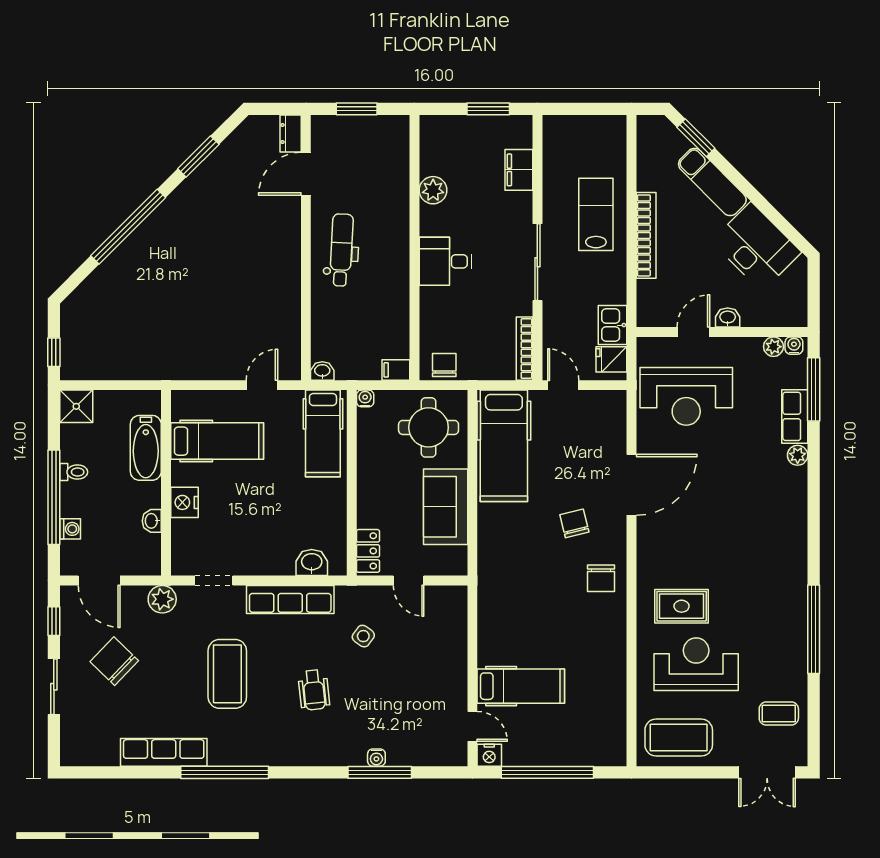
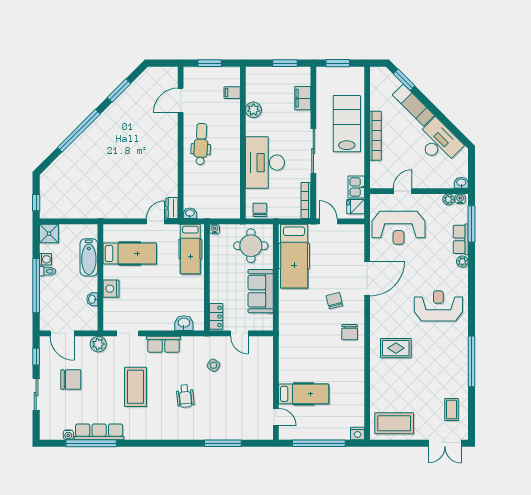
window: (580, 109) -> (338, 63), added
dresser: (291, 133) -> (172, 208), moved
lab bench: (596, 214) -> (347, 124), width x1.36, depth x1.39
desk: (445, 261) -> (265, 163), width x1.87, depth x1.30
washbasin: (728, 318) -> (461, 183), moved
filing cabinet: (396, 370) -> (232, 93), moved
washing machine: (70, 529) -> (46, 259), moved
row of seats: (290, 599) -> (164, 344), width x0.68
chair: (114, 661) -> (71, 380), turned 136
reception desk: (696, 664) -> (438, 306), moved
coffee table: (779, 714) -> (452, 410), turned 90
nightstand: (489, 755) -> (358, 433), moved
water cooler: (376, 758) -> (68, 435), moved
window: (225, 772) -> (91, 443), moved

